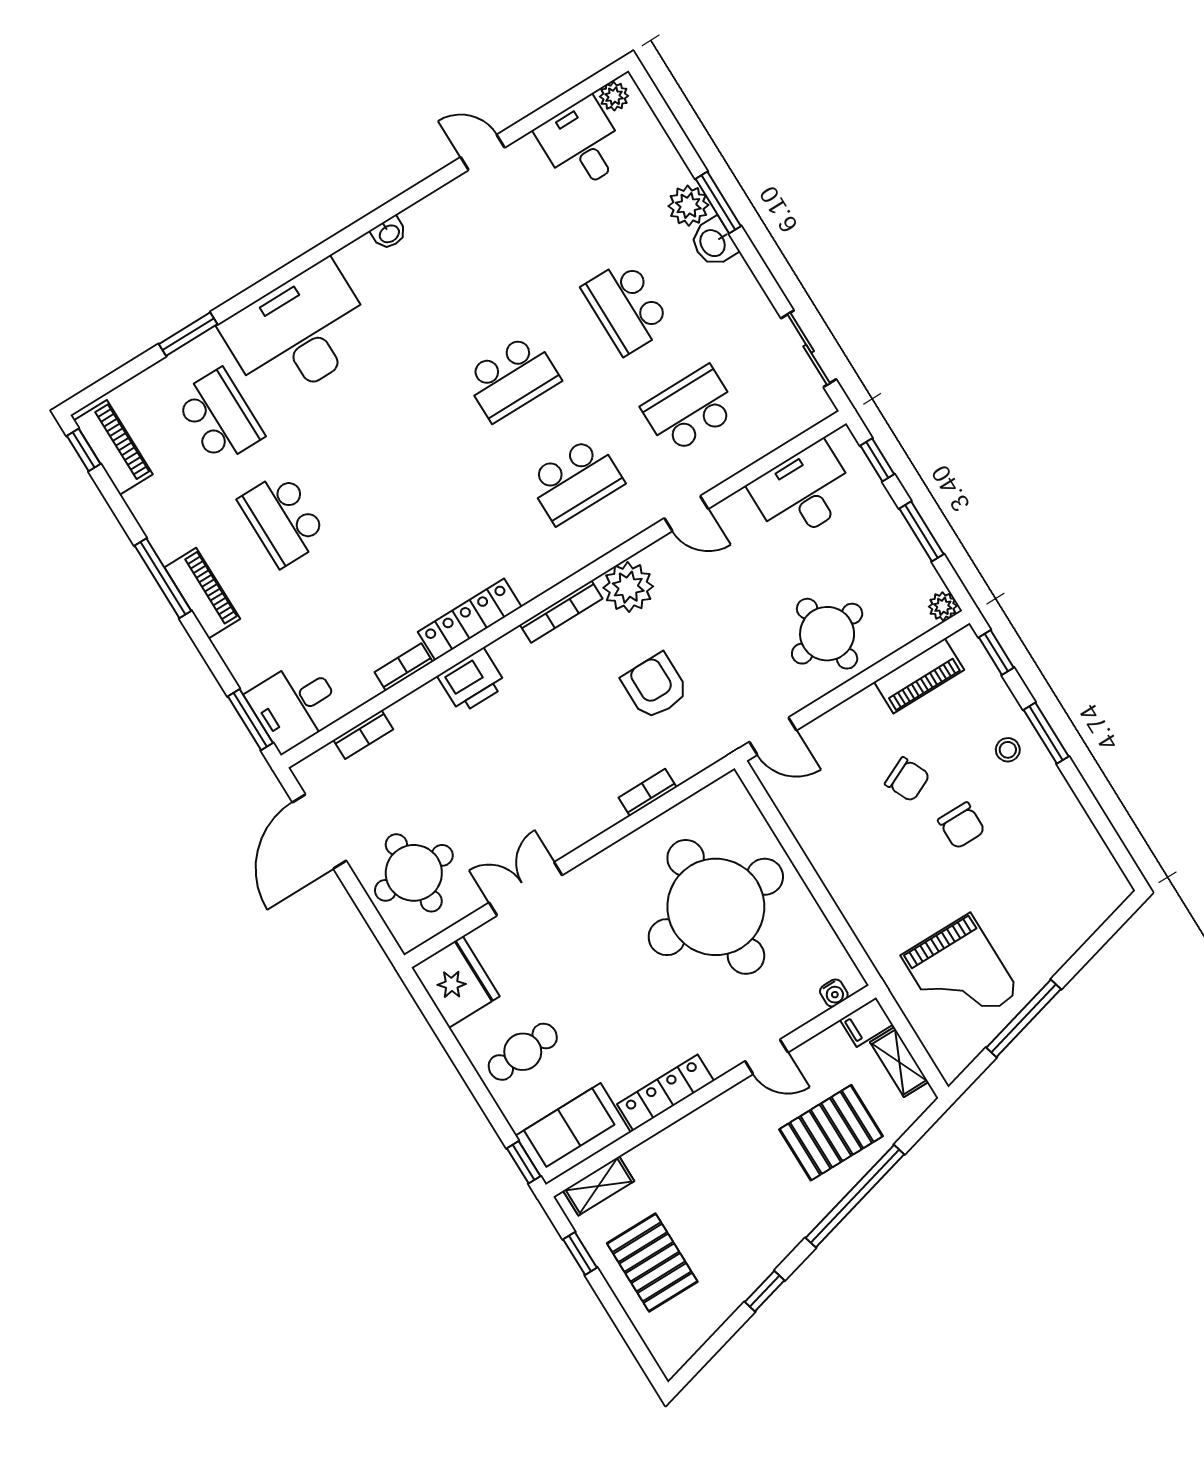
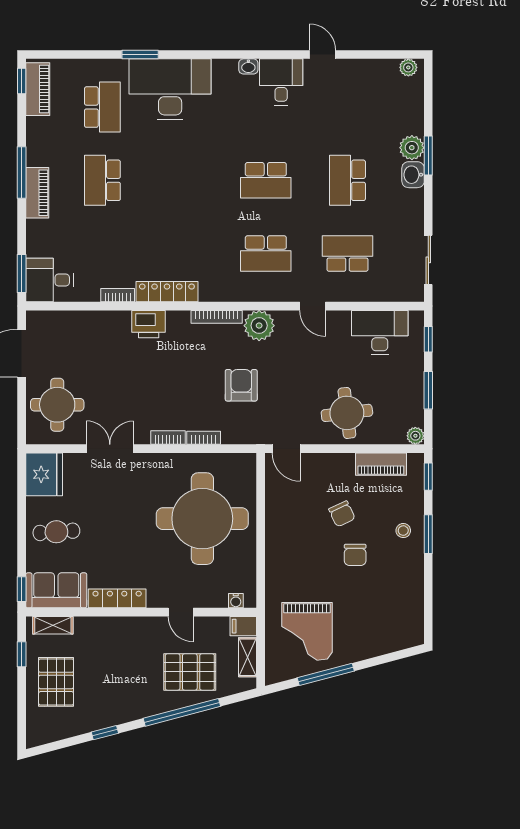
desk: (582, 144) -> (281, 82), moved
window: (188, 334) -> (140, 55), moved
bookcase: (363, 735) -> (168, 438), moved, turned 180

